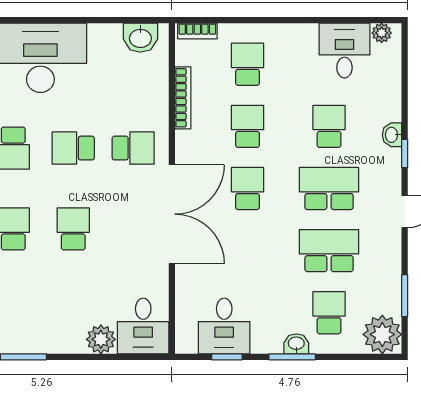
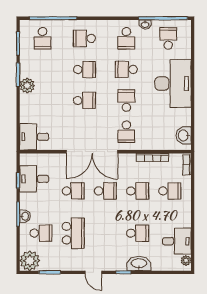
washbasin: (392, 135) -> (139, 264), width x1.91, depth x1.45
school desk: (329, 188) -> (73, 191), moved, width x0.54
plant: (101, 339) -> (27, 86), moved

